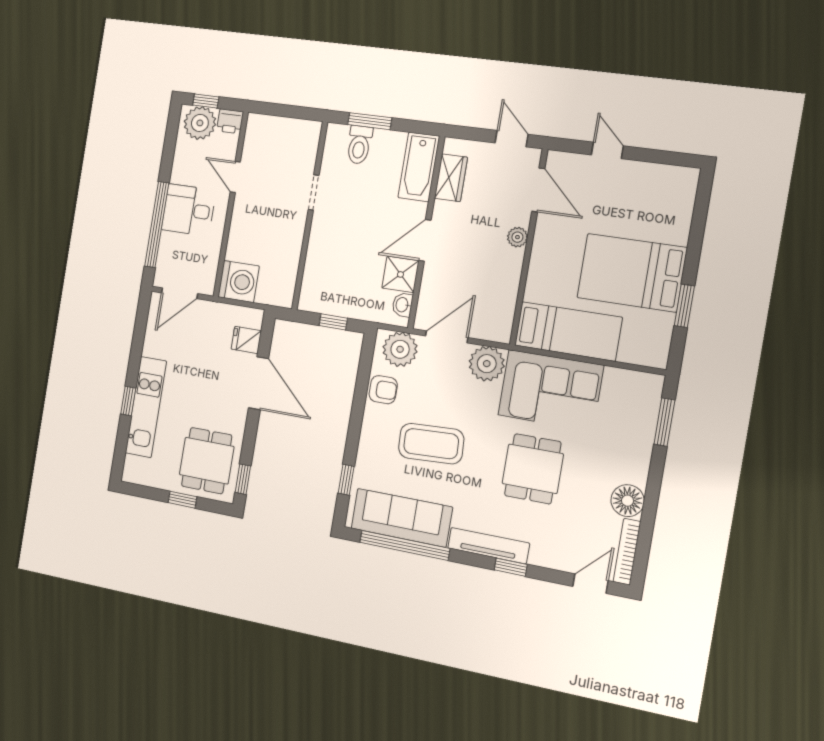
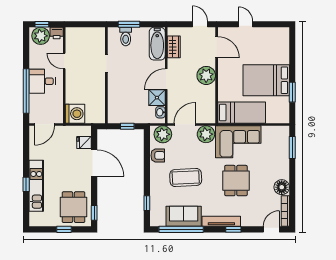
plant: (517, 237) -> (206, 75), width x1.88, depth x1.88
sofa: (402, 518) -> (184, 216), width x0.73

